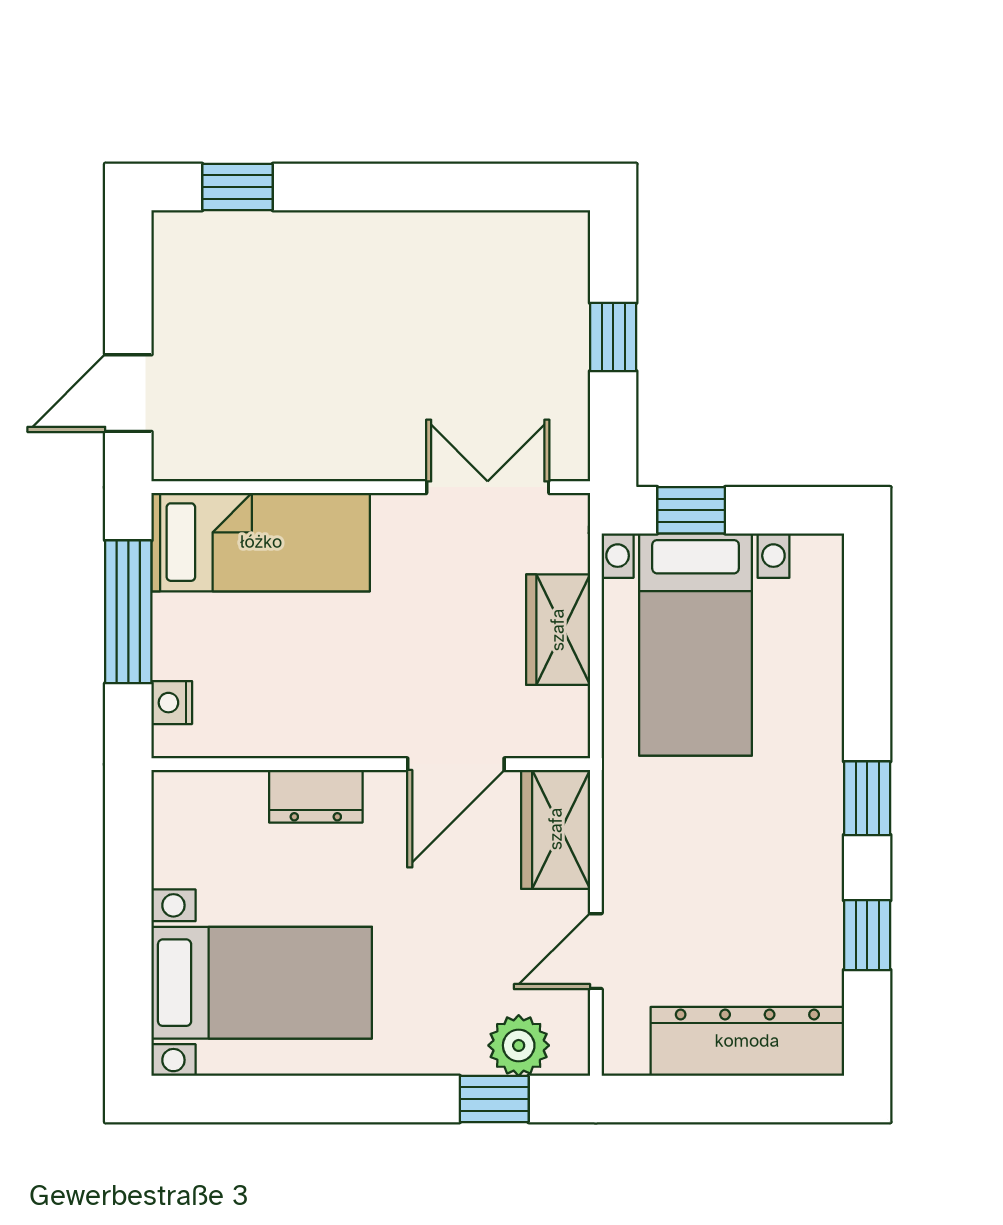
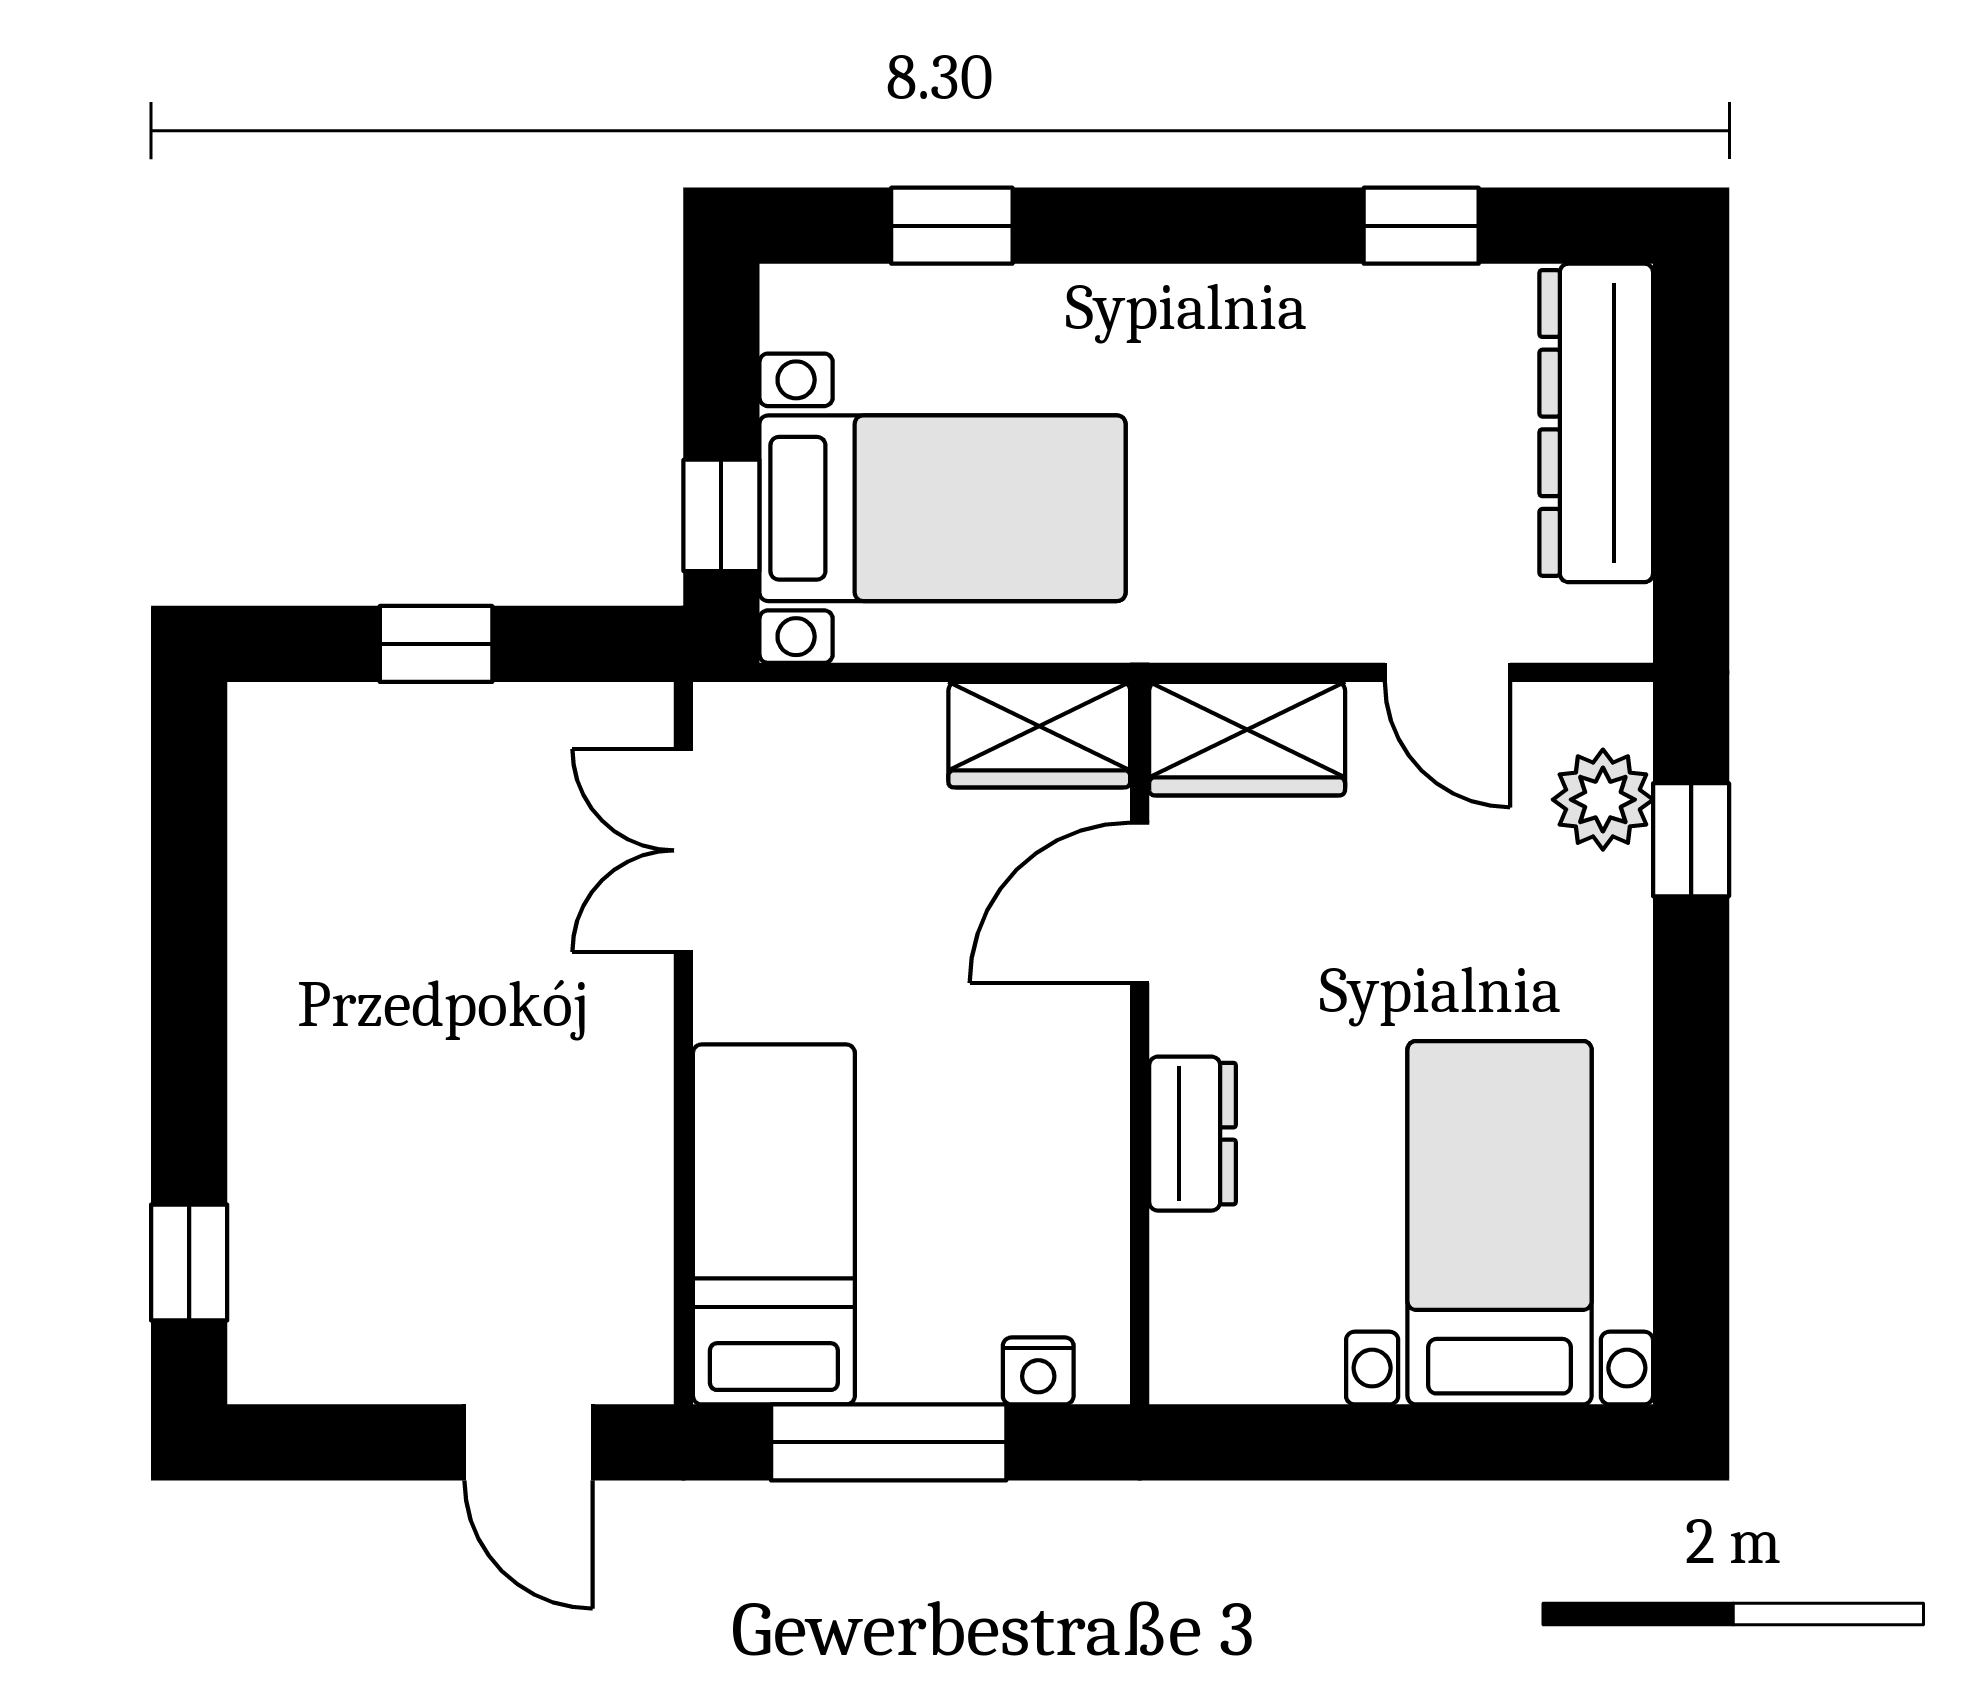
wardrobe: (558, 630) -> (1039, 735), moved
door: (456, 764) -> (1140, 903), swing flipped
window: (867, 798) -> (952, 226), moved

